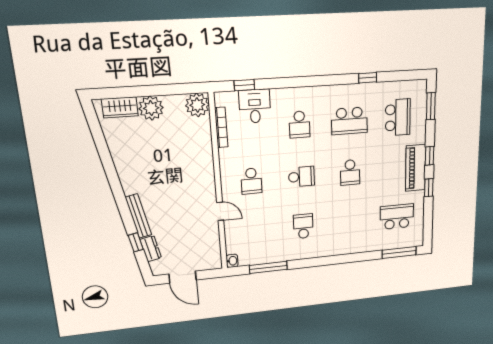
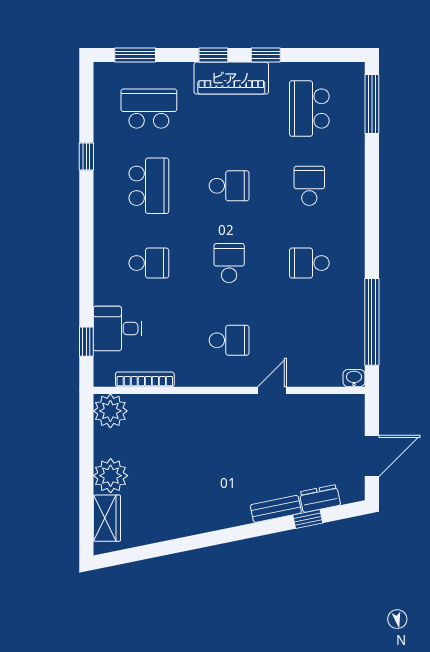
bench: (138, 216) -> (276, 509), width x0.73
school desk: (351, 221) -> (309, 186), added
window: (268, 267) -> (372, 322), width x1.46

